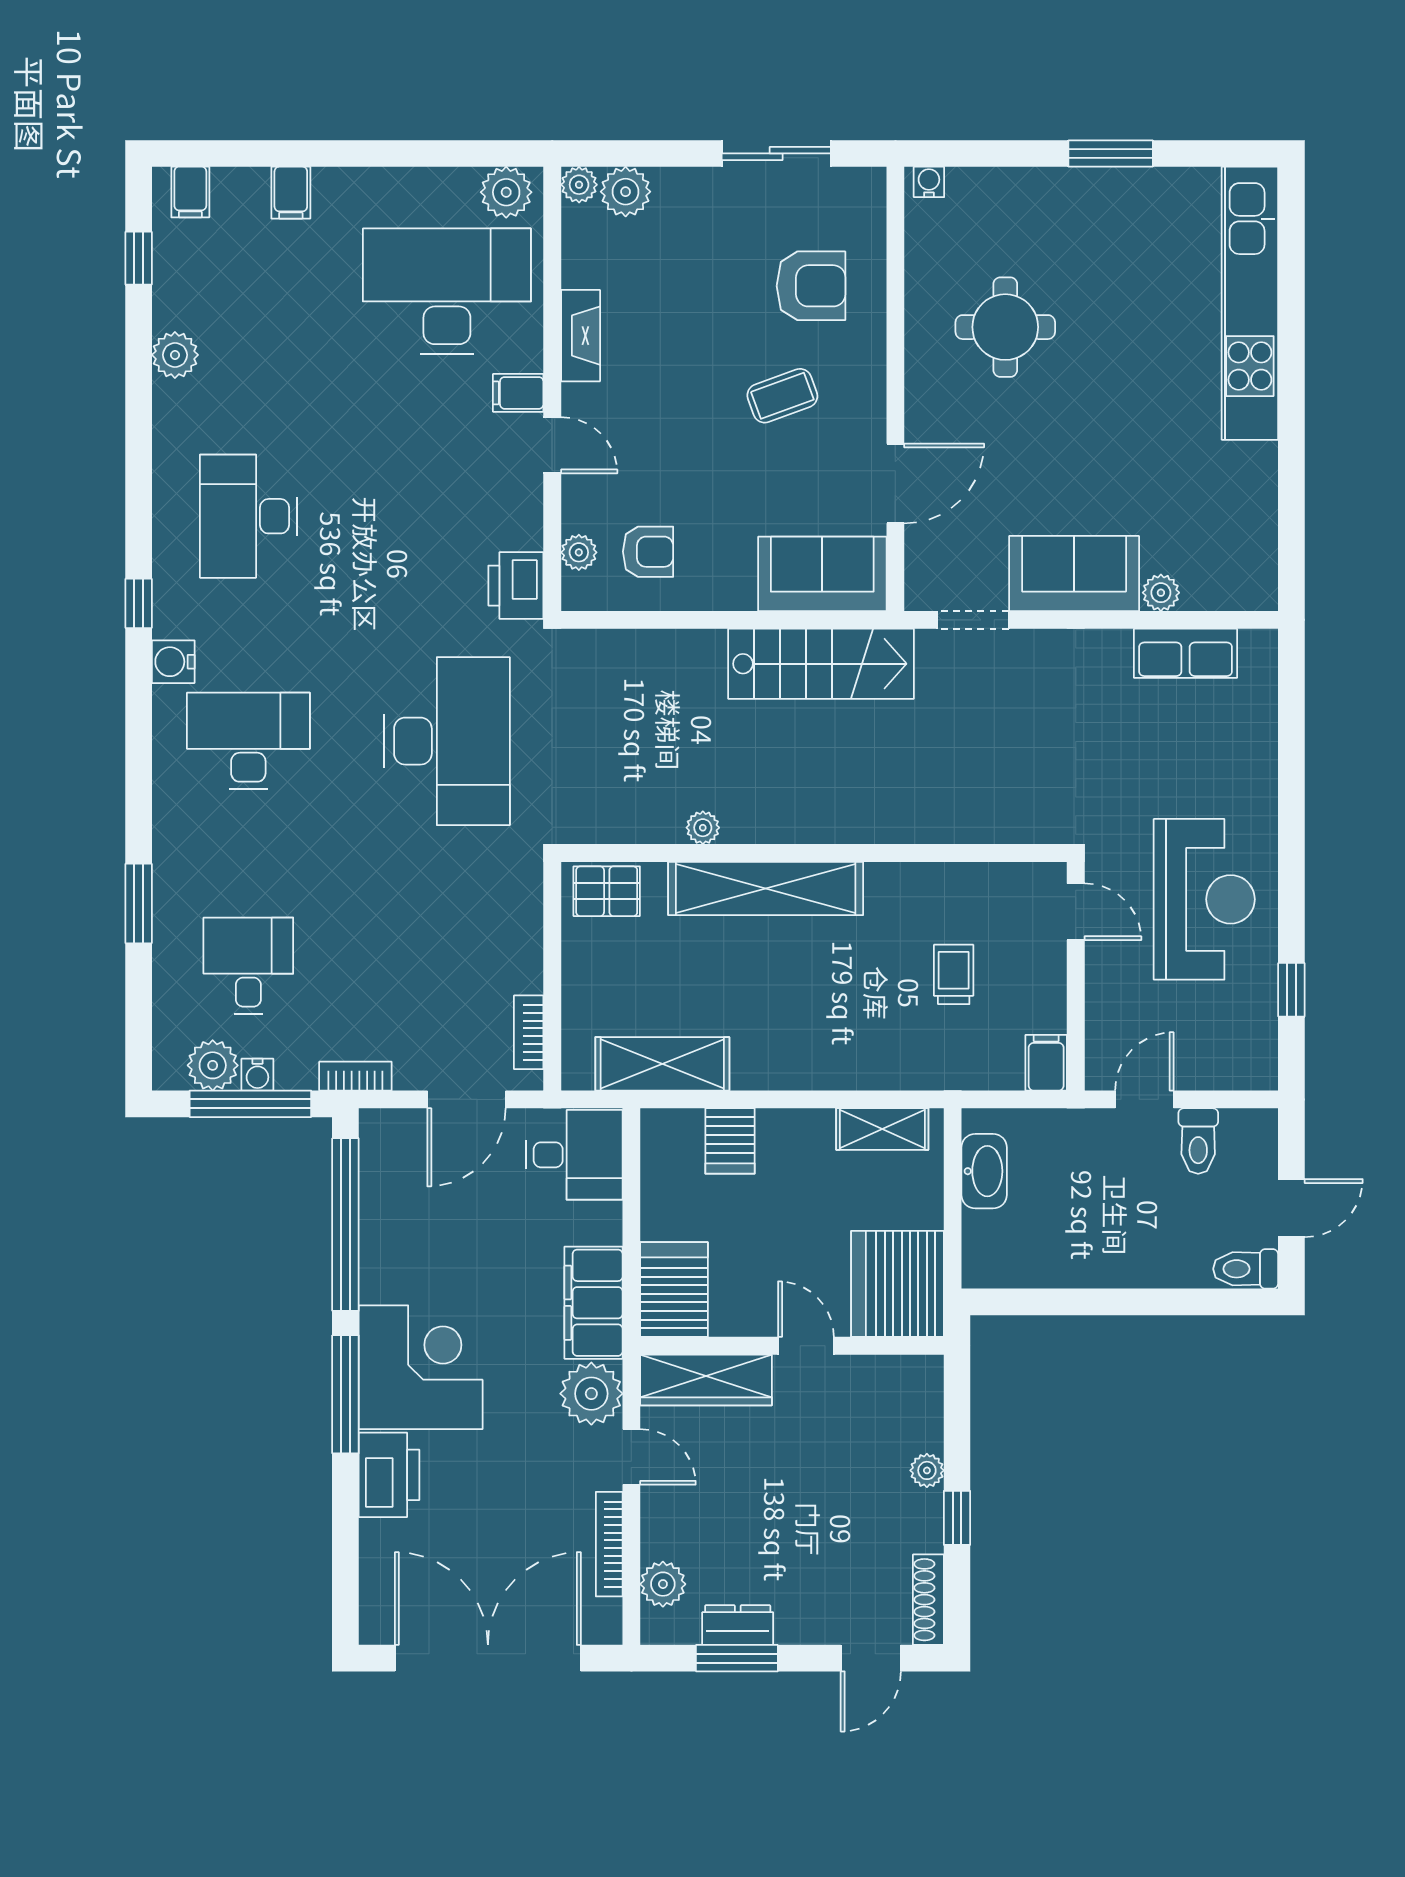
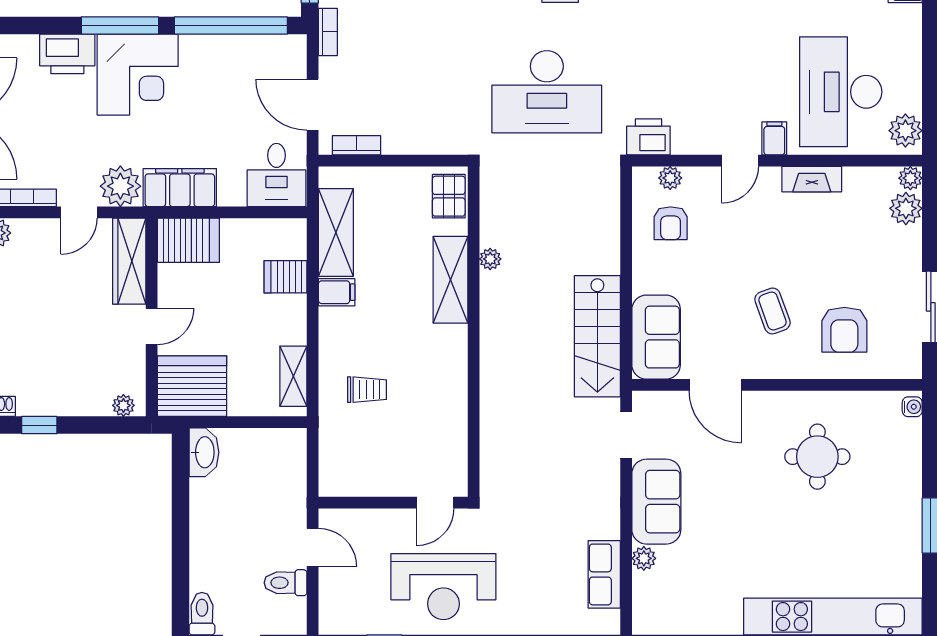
desk: (447, 291) -> (841, 92), turned 180
shelving: (766, 888) -> (451, 280), width x0.68
trolley: (954, 974) -> (367, 390), moved
filing cabinet: (1046, 1063) -> (337, 292), moved
washbasin: (984, 1171) -> (204, 452), moved, turned -90
plant: (927, 1470) -> (123, 405), moved

